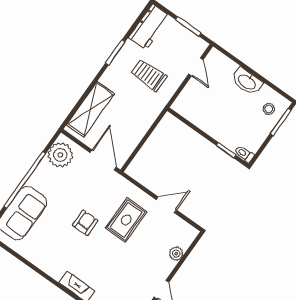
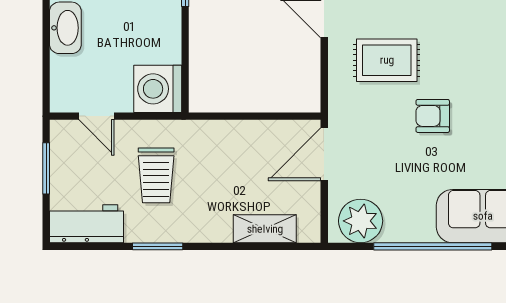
door: (196, 67) -> (96, 116), swing flipped
washing machine: (188, 104) -> (158, 89), added
shelving: (90, 109) -> (265, 229), width x0.67, depth x0.75

